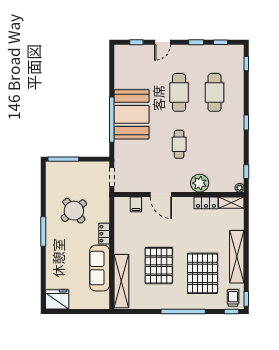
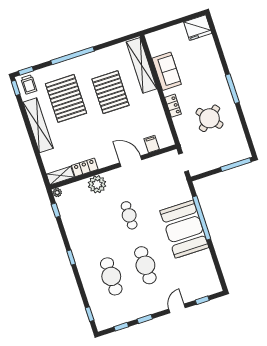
sofa: (100, 268) -> (167, 71), width x0.73

